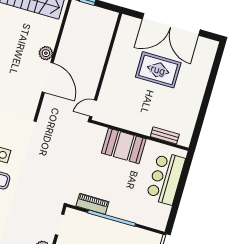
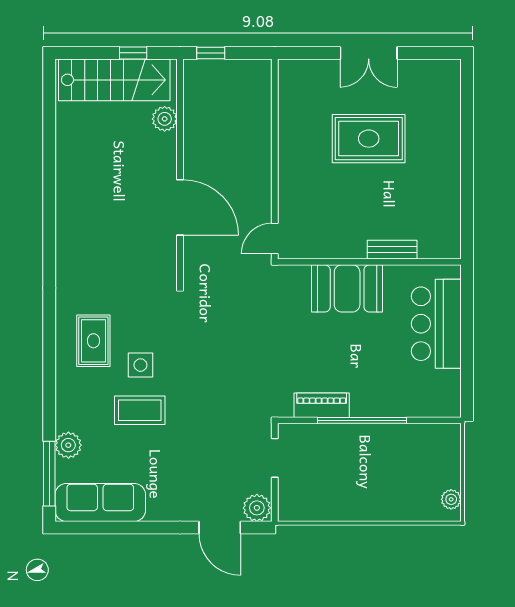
double door: (171, 24) -> (369, 53), width x0.54
plant: (46, 53) -> (165, 119), moved
bench: (165, 135) -> (392, 250), moved

